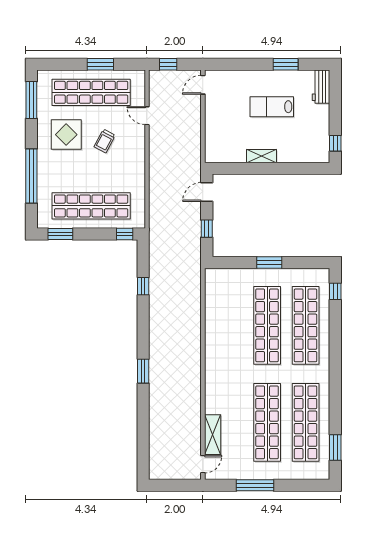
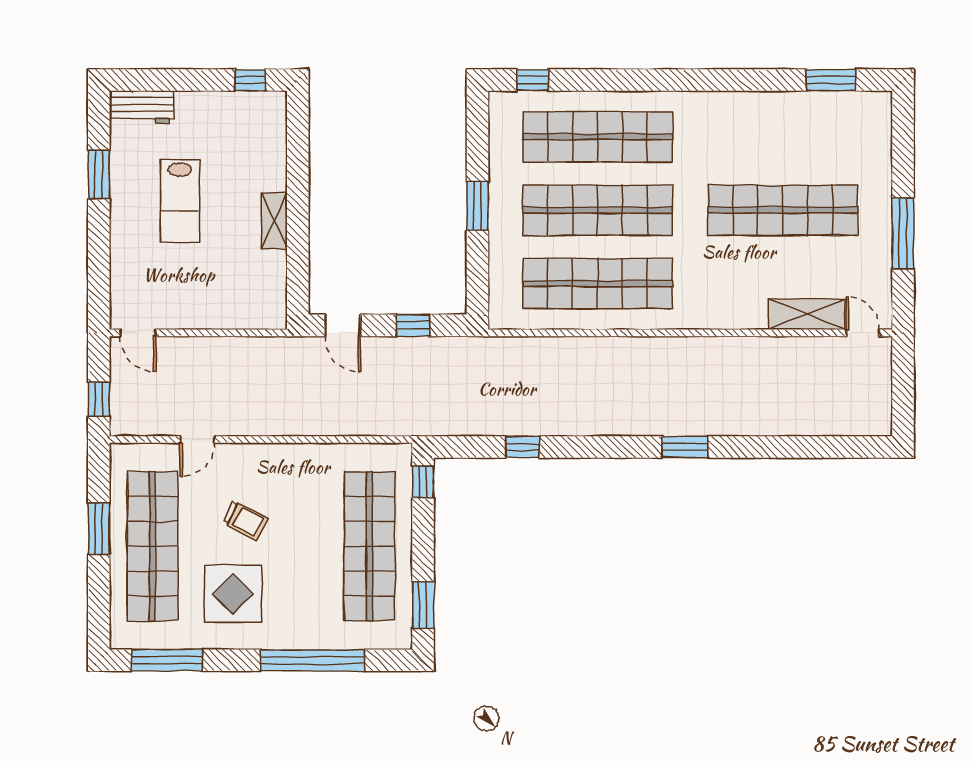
shop shelf: (306, 422) -> (598, 284), moved

